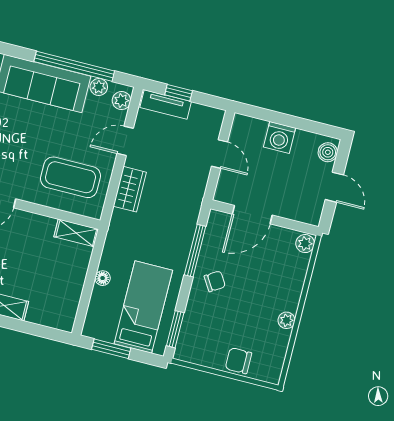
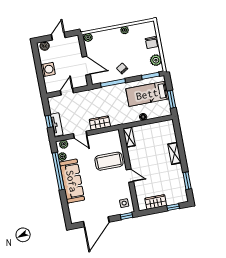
coffee table: (71, 177) -> (109, 161), moved, turned 90
plant: (200, 354) -> (156, 60), added

